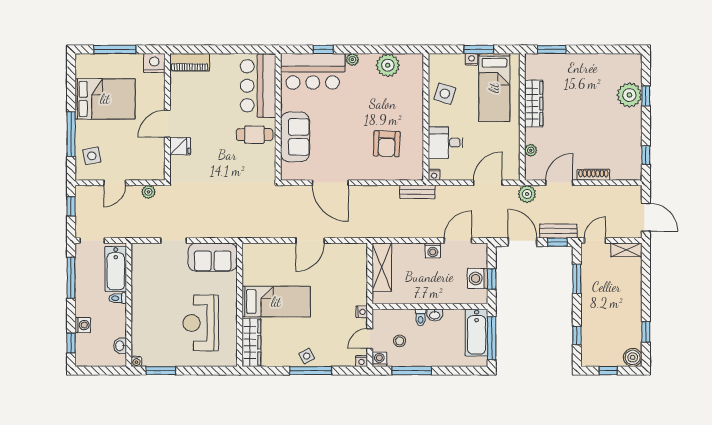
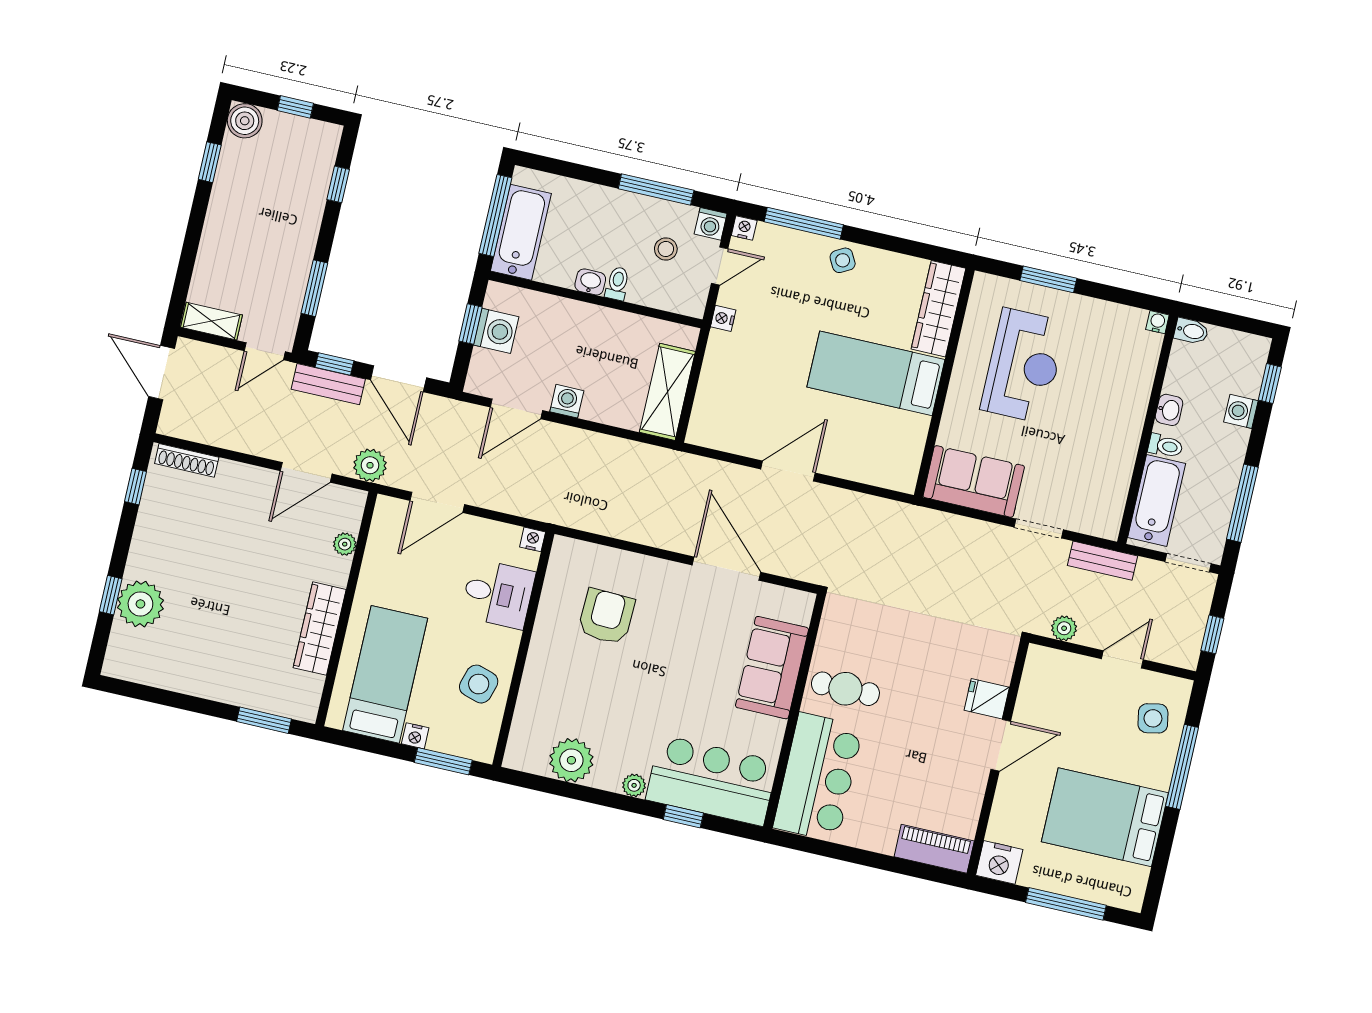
window: (479, 49) -> (443, 761), moved
shoe rack: (593, 175) -> (187, 460), moved
bench: (417, 192) -> (1103, 561), moved
washbasin: (120, 346) -> (1169, 410), moved
bidet: (118, 361) -> (1191, 331), added
window: (161, 371) -> (1048, 279), moved
window: (311, 371) -> (804, 223), moved

